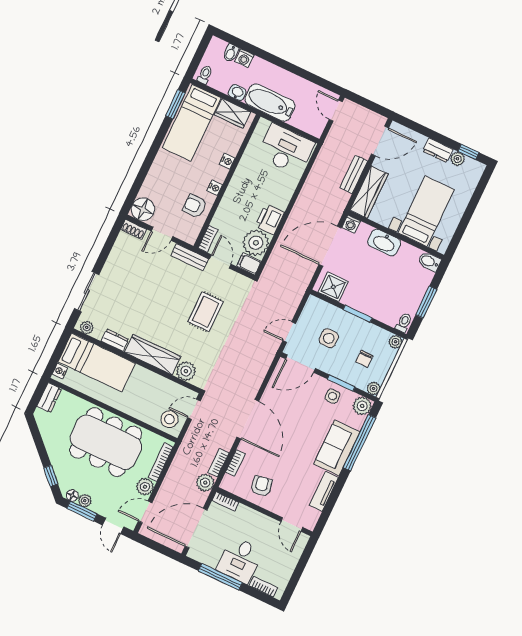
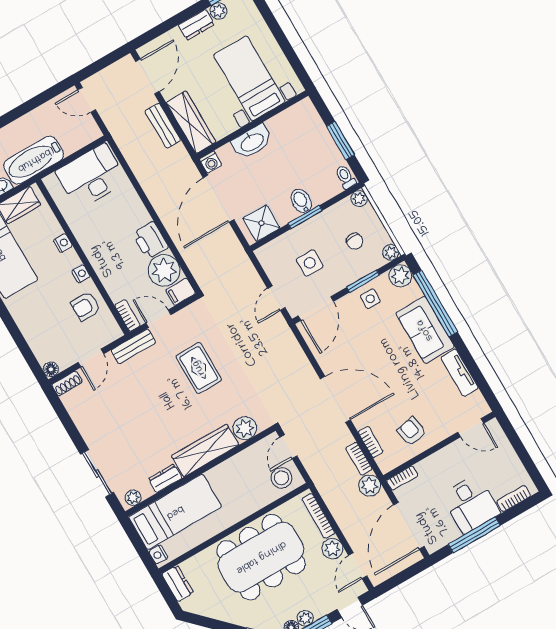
floor lamp: (143, 209) -> (51, 369), width x0.53, depth x0.53
bidet: (429, 261) -> (301, 201), moved, turned 90

